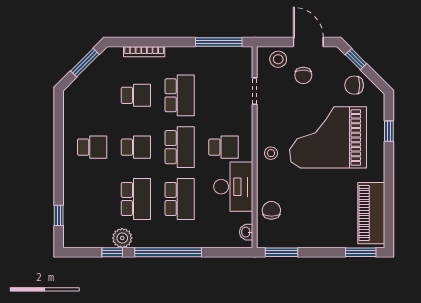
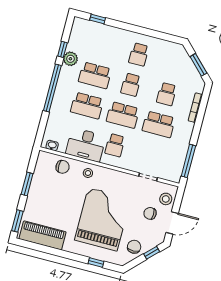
stool: (271, 153) -> (88, 173), moved
window: (281, 252) -> (27, 184), moved

